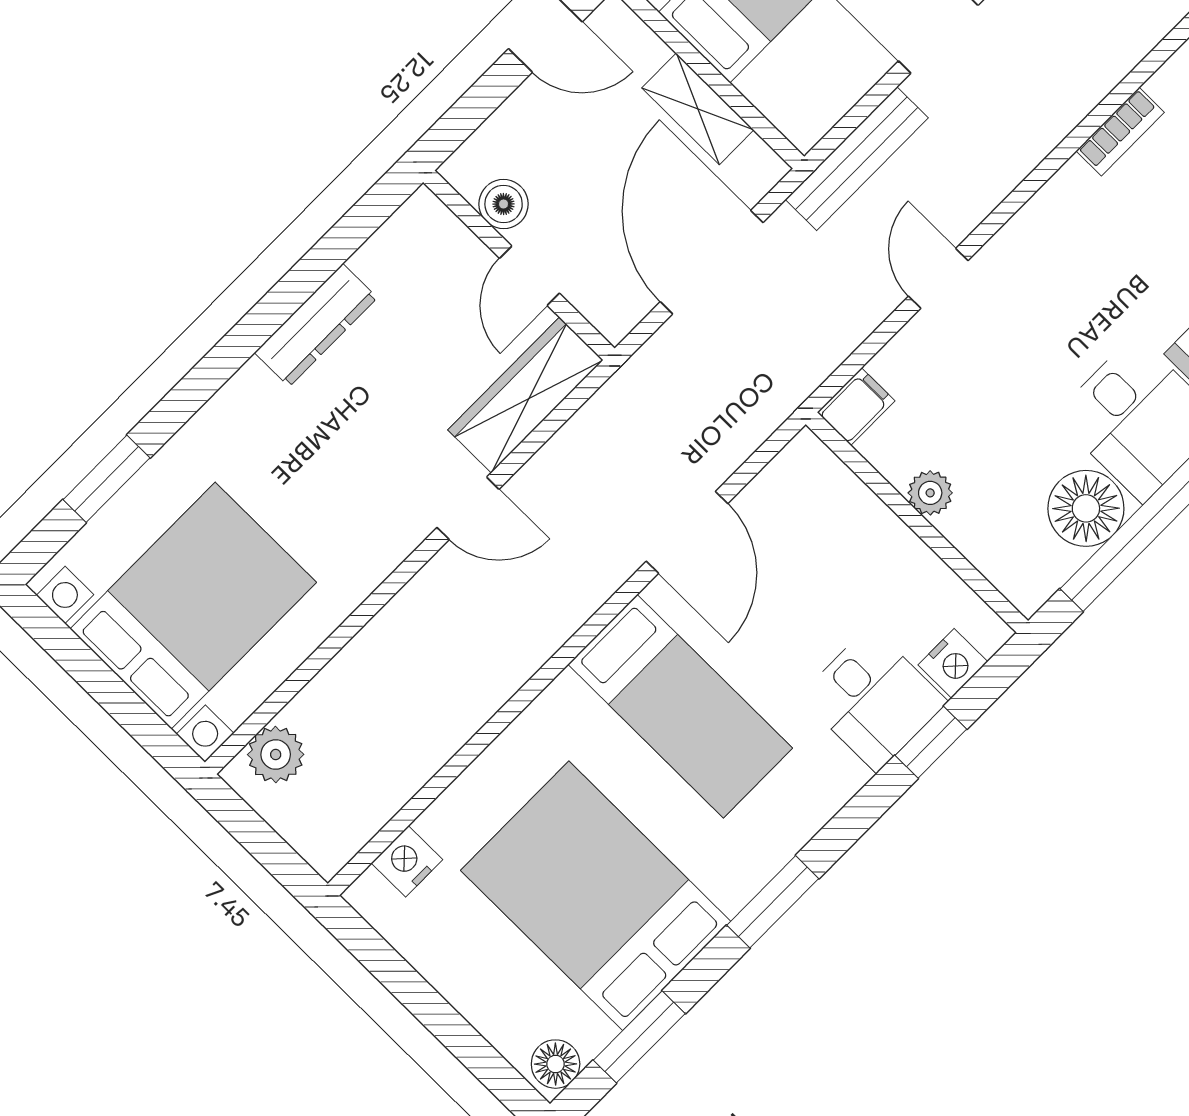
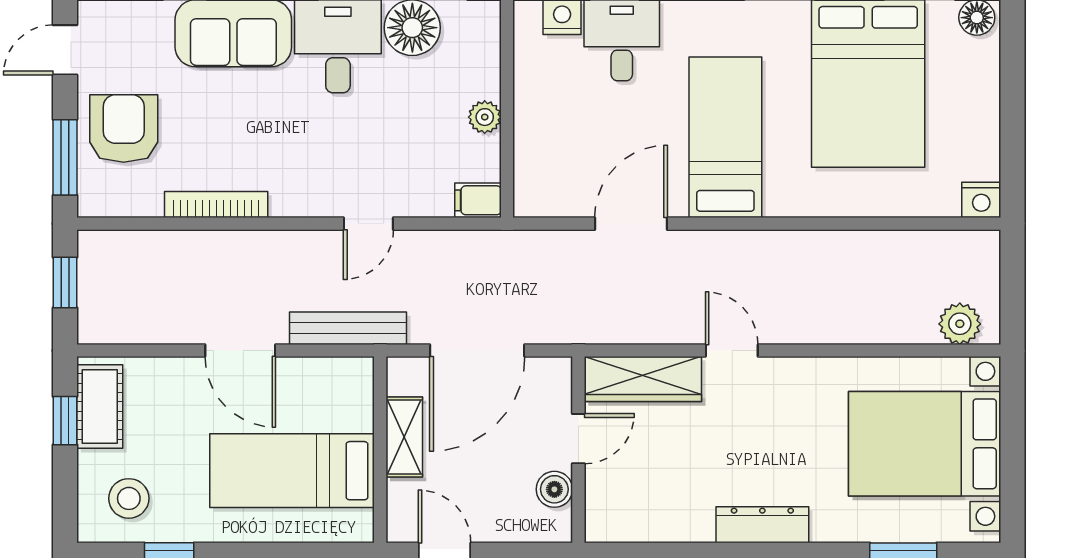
bookcase: (1120, 132) -> (216, 205), width x1.56
dresser: (316, 325) -> (762, 525), moved
nightstand: (407, 861) -> (981, 200), moved

